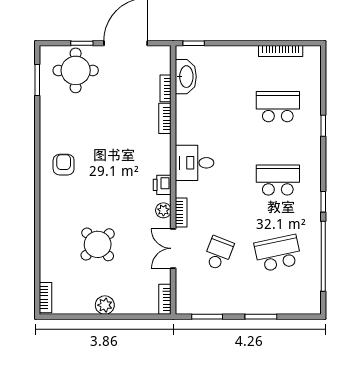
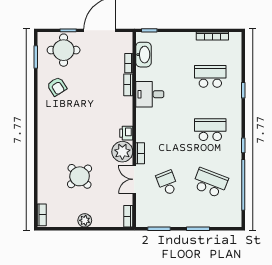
desk: (194, 163) -> (150, 94), moved
armchair: (64, 165) -> (57, 86), moved, turned 148
plant: (163, 210) -> (122, 152), width x1.87, depth x1.87
school desk: (218, 253) -> (167, 183), turned -42
school desk: (278, 253) -> (210, 183), turned 33

